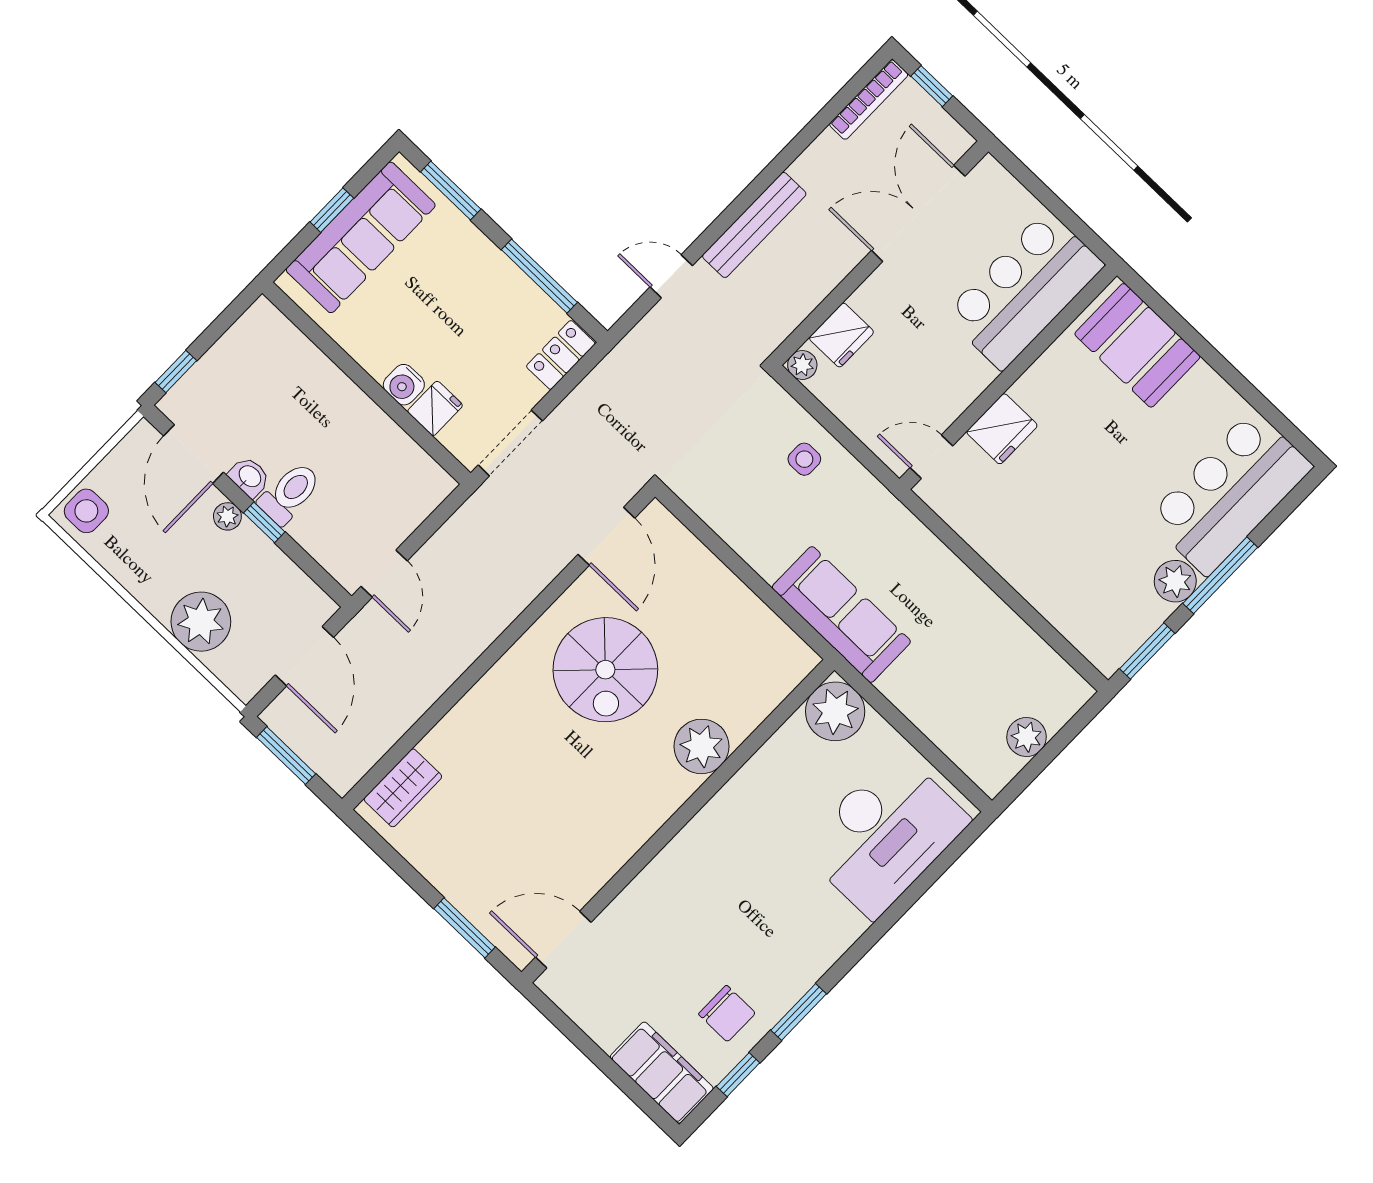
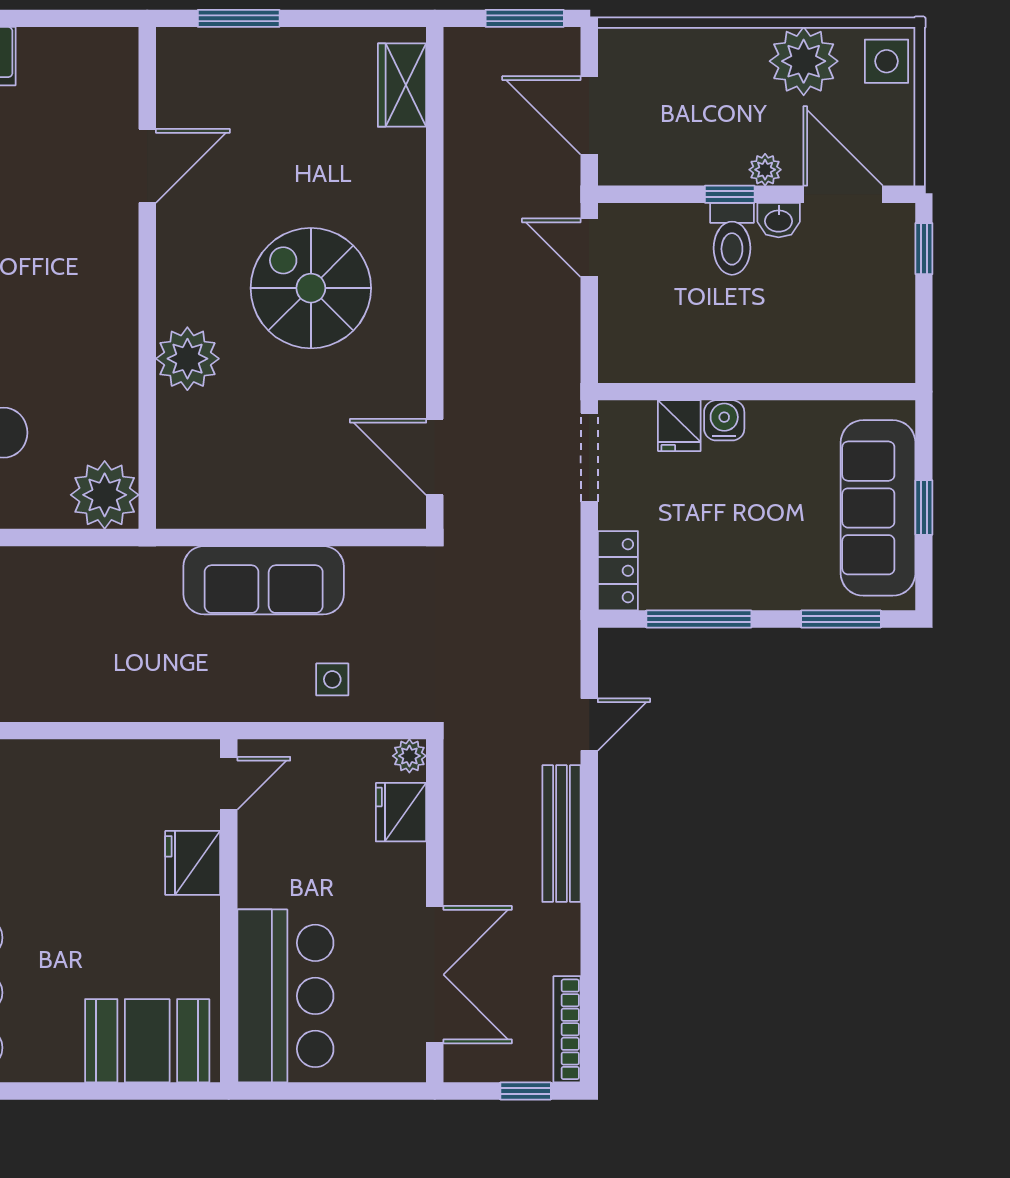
sofa: (841, 615) -> (264, 580), moved
plant: (201, 622) -> (804, 61), moved
spiral stairs: (605, 670) -> (311, 288), moved
door: (563, 940) -> (147, 166), moved

